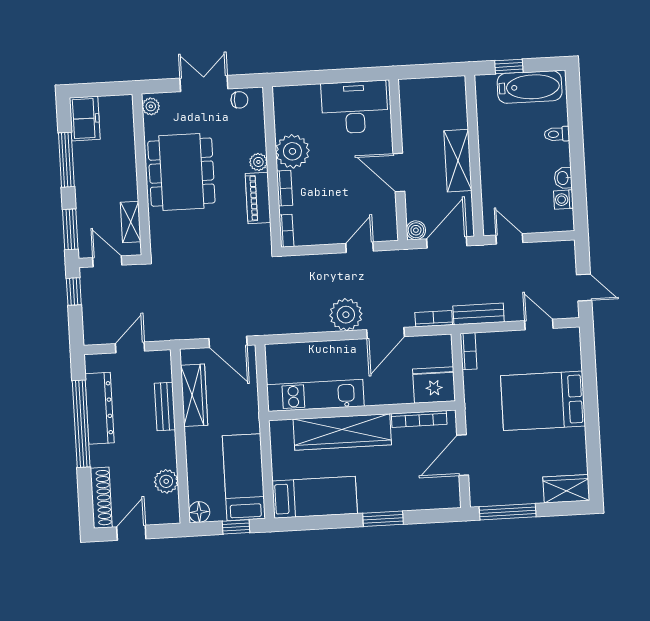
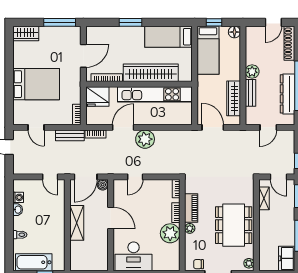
kitchen unit: (315, 395) -> (155, 94), width x1.36
plant: (166, 481) -> (252, 72), moved

